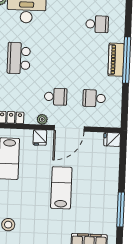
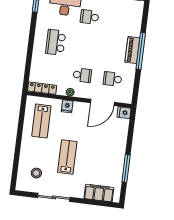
school desk: (97, 24) -> (90, 17), moved, turned 180
door: (69, 128) -> (102, 102), moved
lab bench: (61, 188) -> (67, 157), moved

